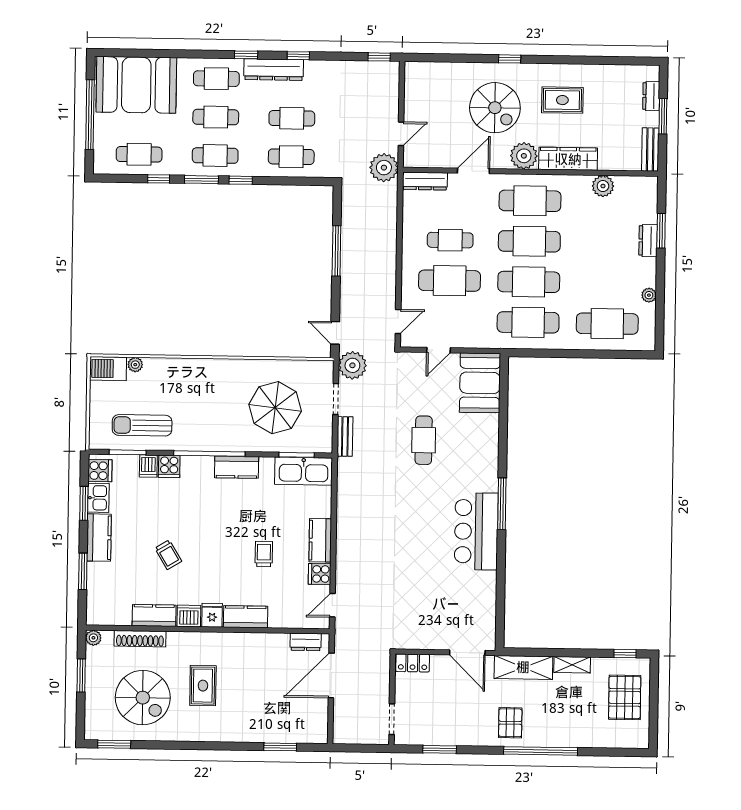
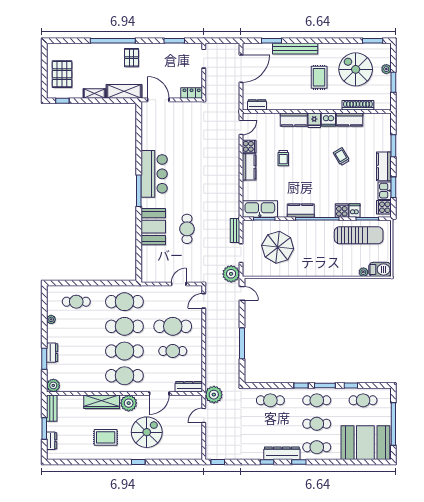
spiral stairs: (495, 108) -> (147, 432), turned 90
cafe table: (292, 118) -> (270, 424), removed
plant: (603, 186) -> (53, 385), moved
cafe table: (607, 324) -> (76, 302), width x0.73, depth x0.74
booth: (480, 383) -> (153, 227), moved
sun lounger: (142, 425) -> (359, 235), width x1.36, depth x1.34
plant: (93, 638) -> (386, 69), moved
door: (331, 675) -> (241, 69), moved
bench: (242, 733) -> (295, 49), added

